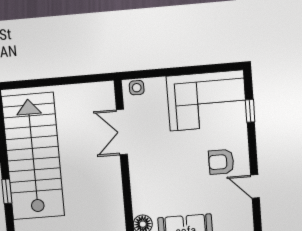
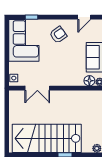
armchair: (221, 162) -> (58, 35), turned -126
door: (255, 186) -> (84, 17), moved

